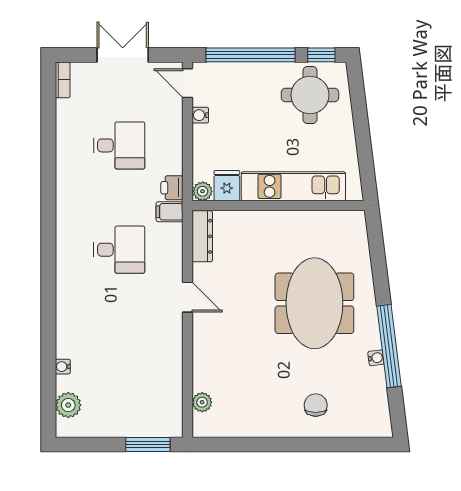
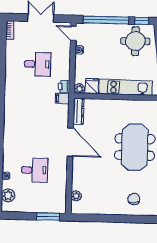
desk: (119, 250) -> (35, 170), moved
door: (188, 297) -> (70, 142), width x1.88

